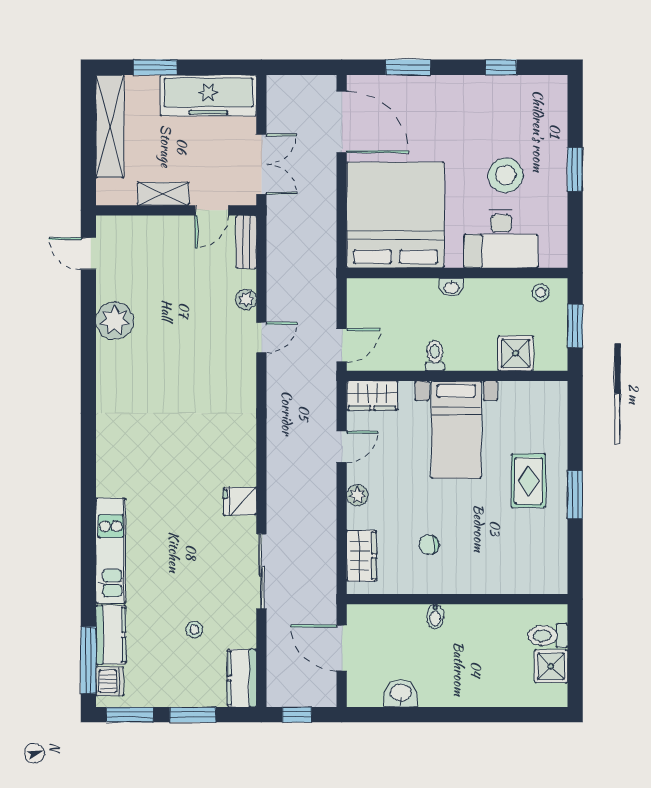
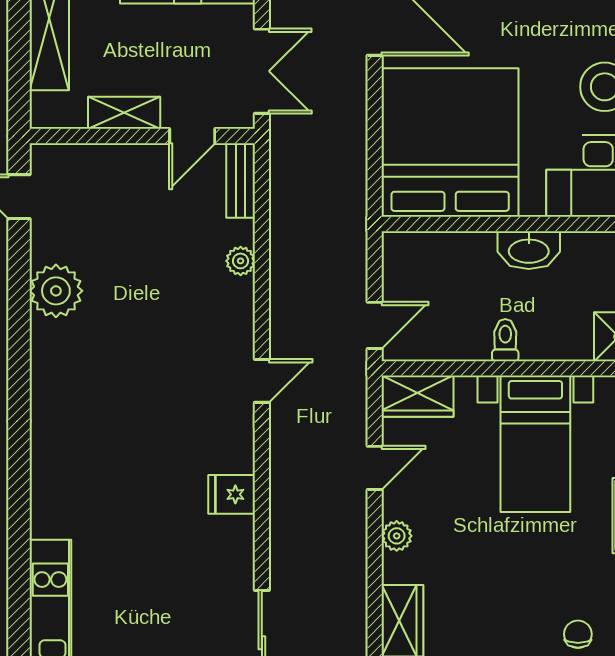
washbasin: (452, 287) -> (529, 250), width x1.91, depth x1.45
door: (261, 338) -> (262, 381), moved
fridge: (240, 501) -> (232, 494), moved
chair: (429, 545) -> (578, 634), moved, turned 90

